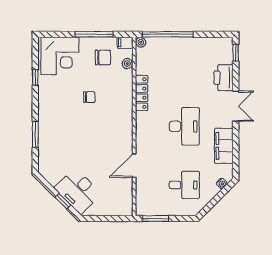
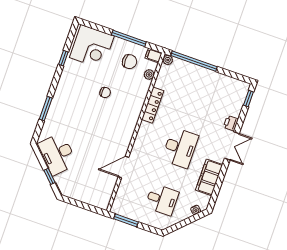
printer: (224, 78) -> (231, 123), width x0.53, depth x0.68
desk: (78, 191) -> (57, 154), moved

